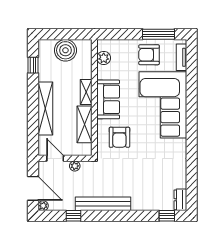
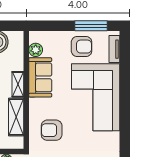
armchair: (149, 55) -> (82, 47), turned 180
sofa: (108, 99) -> (40, 77), moved
armchair: (119, 137) -> (52, 130), turned 90

